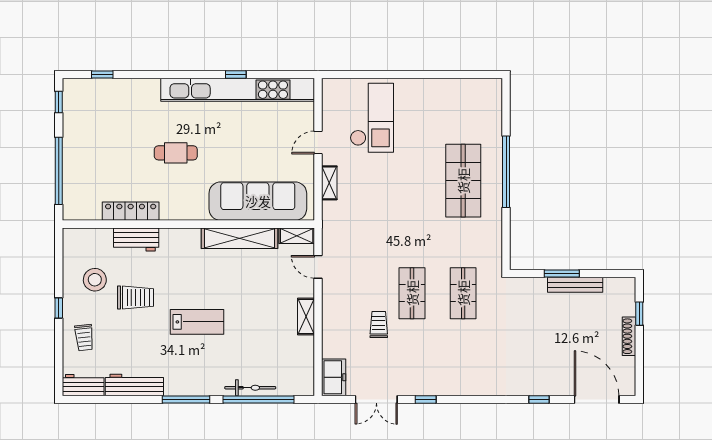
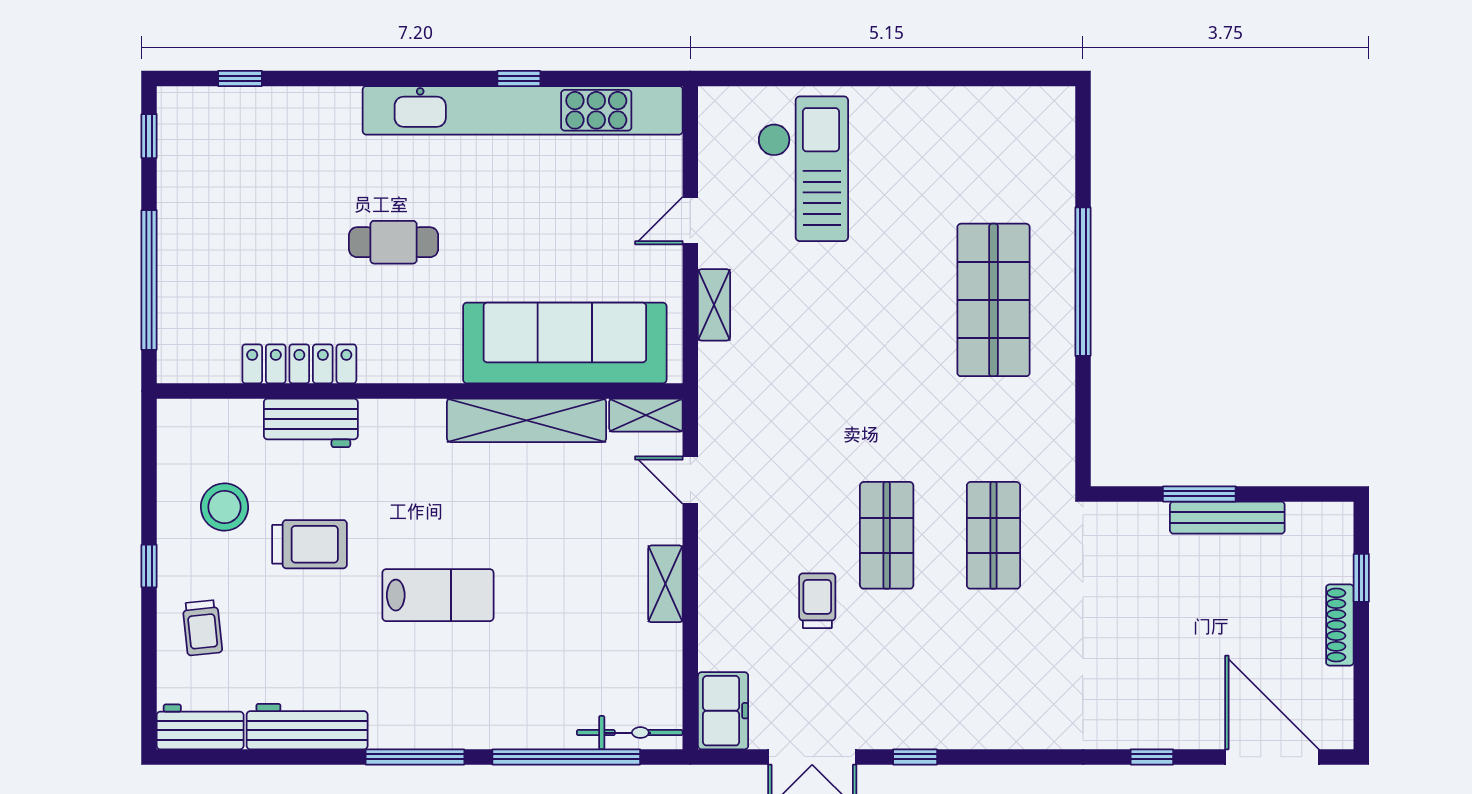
bicycle: (250, 388) -> (630, 733), moved

